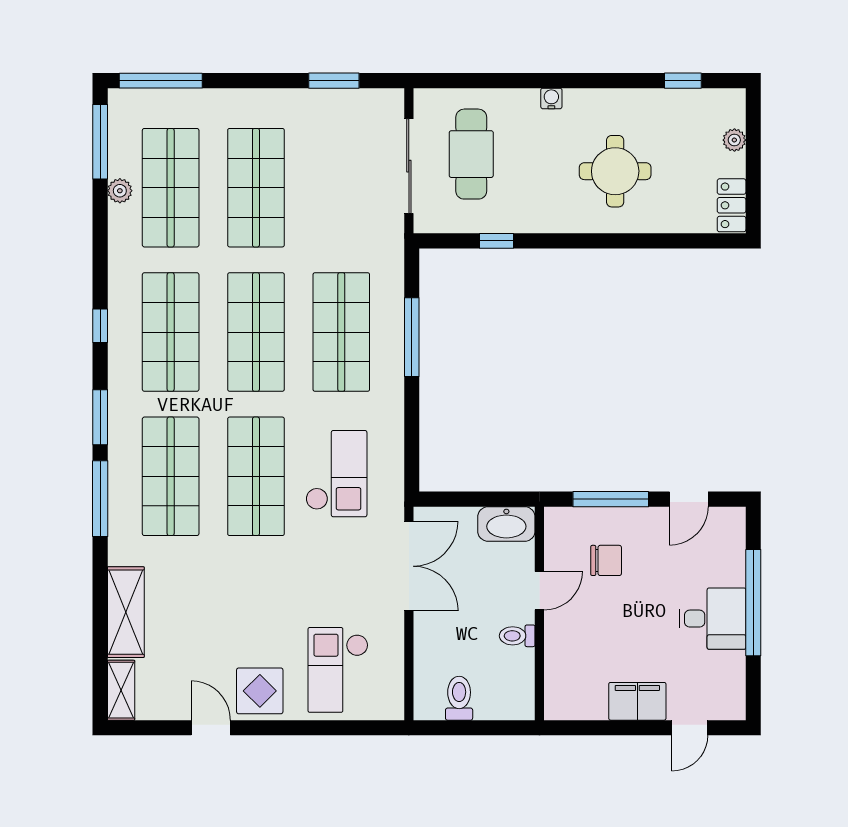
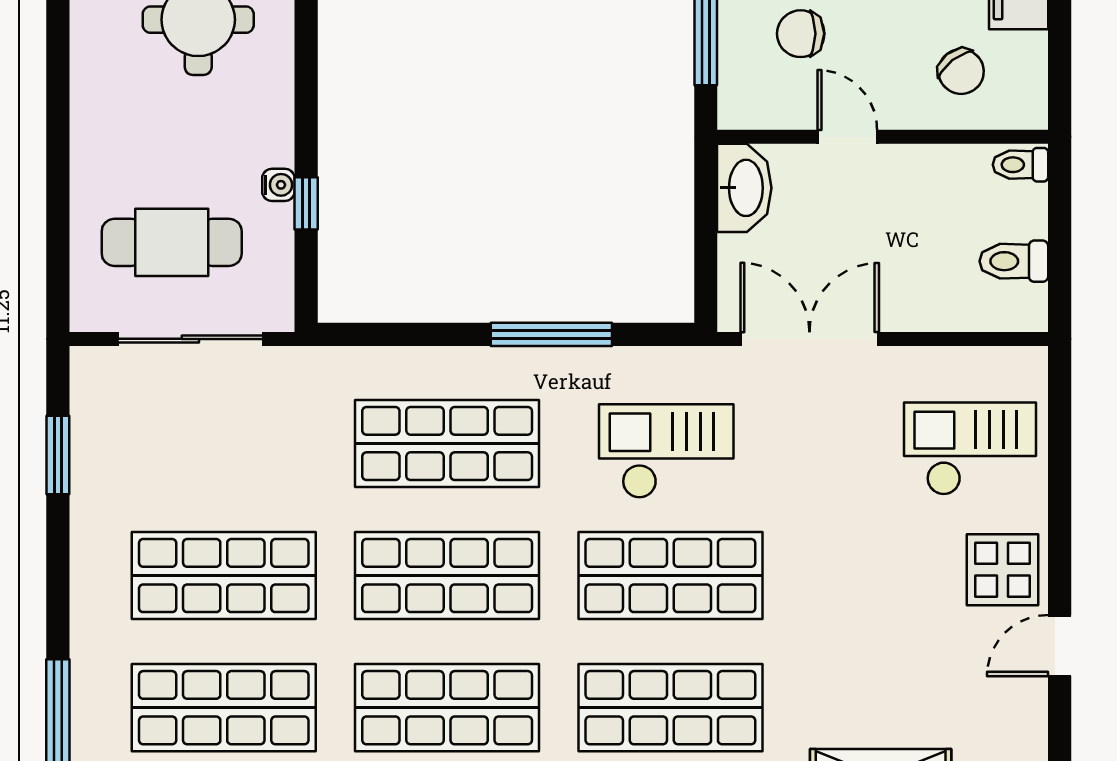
water cooler: (551, 98) -> (278, 185), moved, turned 180
window: (412, 337) -> (551, 334), moved
chair: (606, 560) -> (801, 34), turned -90
toilet: (517, 636) -> (1020, 165), moved, turned 90
chair: (582, 664) -> (961, 72), added
checkout: (338, 670) -> (970, 449), turned 180

